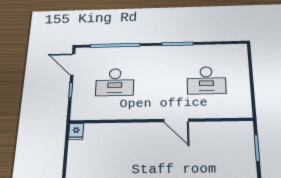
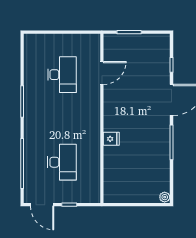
door: (73, 64) -> (42, 205), hinge flipped
door: (176, 120) -> (102, 73), moved
fridge: (76, 131) -> (111, 139), moved

